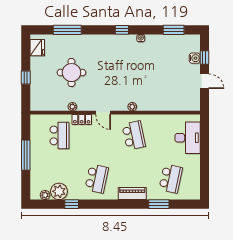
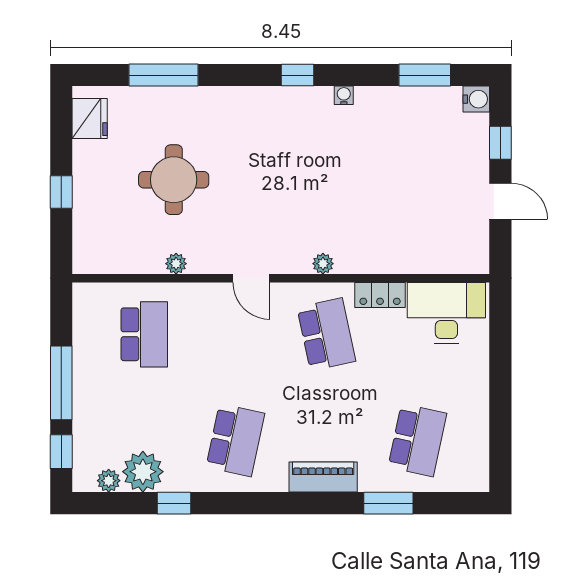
water cooler: (195, 58) -> (476, 99), moved
locker: (82, 119) -> (380, 295), moved
desk: (188, 138) -> (446, 313), moved, turned -90
window: (26, 183) -> (61, 452), added

